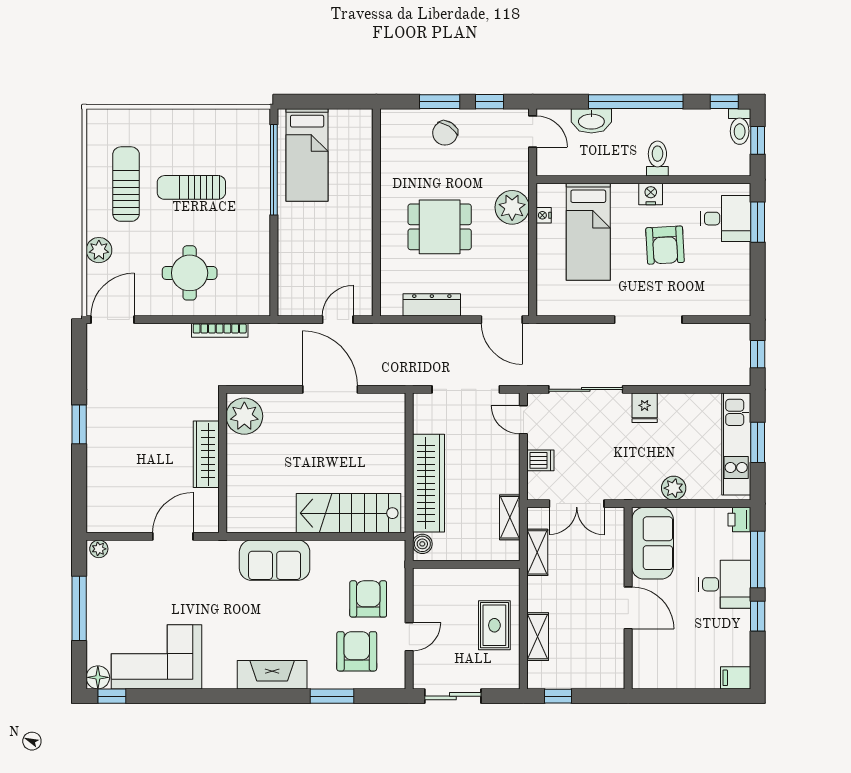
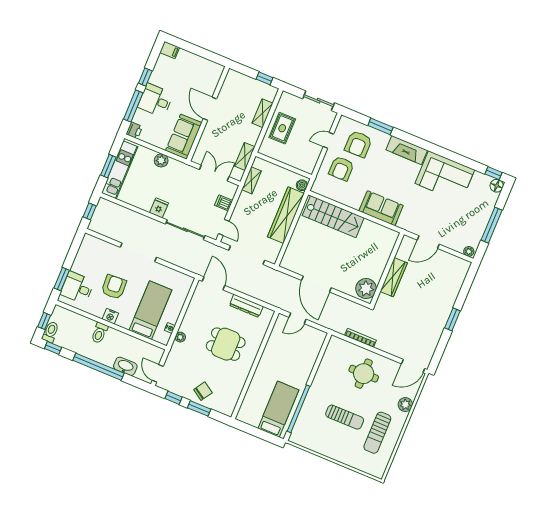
plant: (512, 207) -> (180, 337), width x0.53, depth x0.53
corner sofa: (156, 657) -> (445, 177), moved

